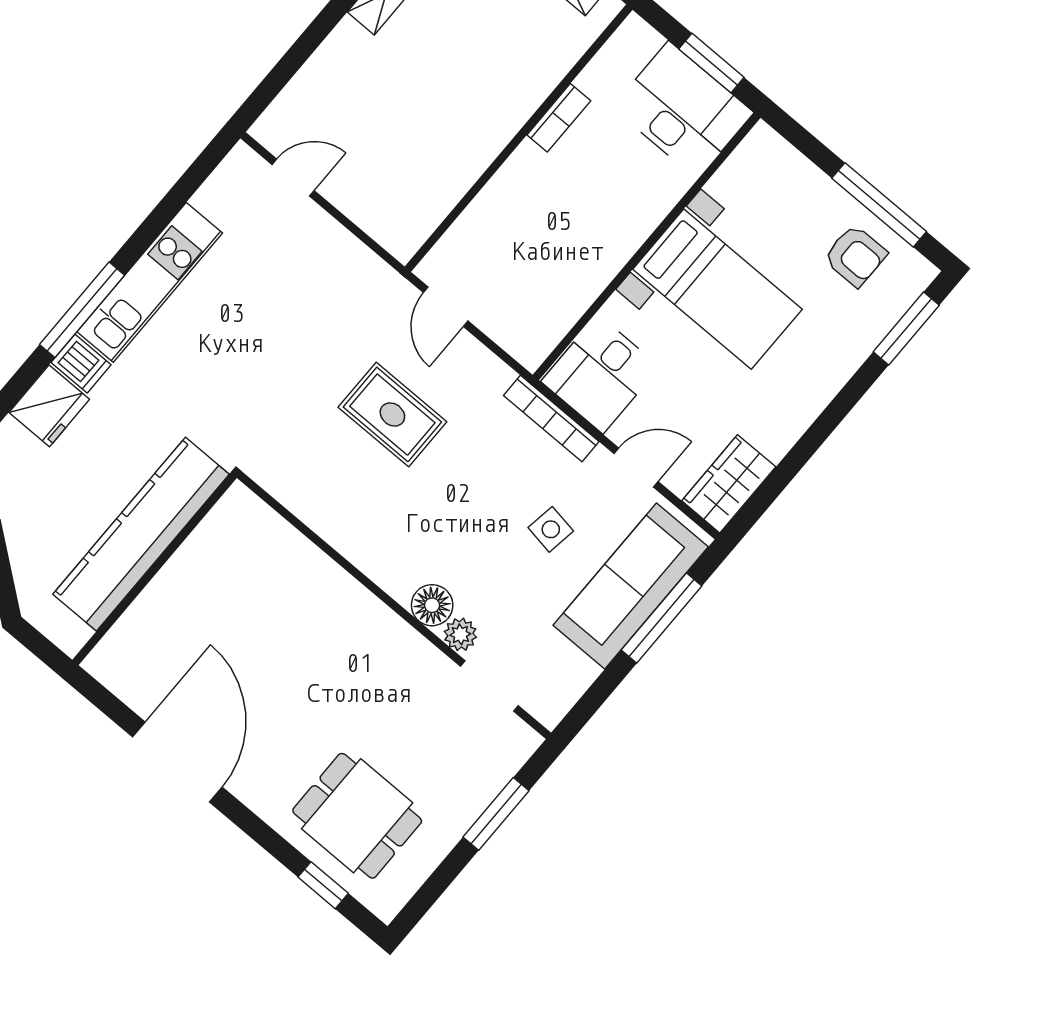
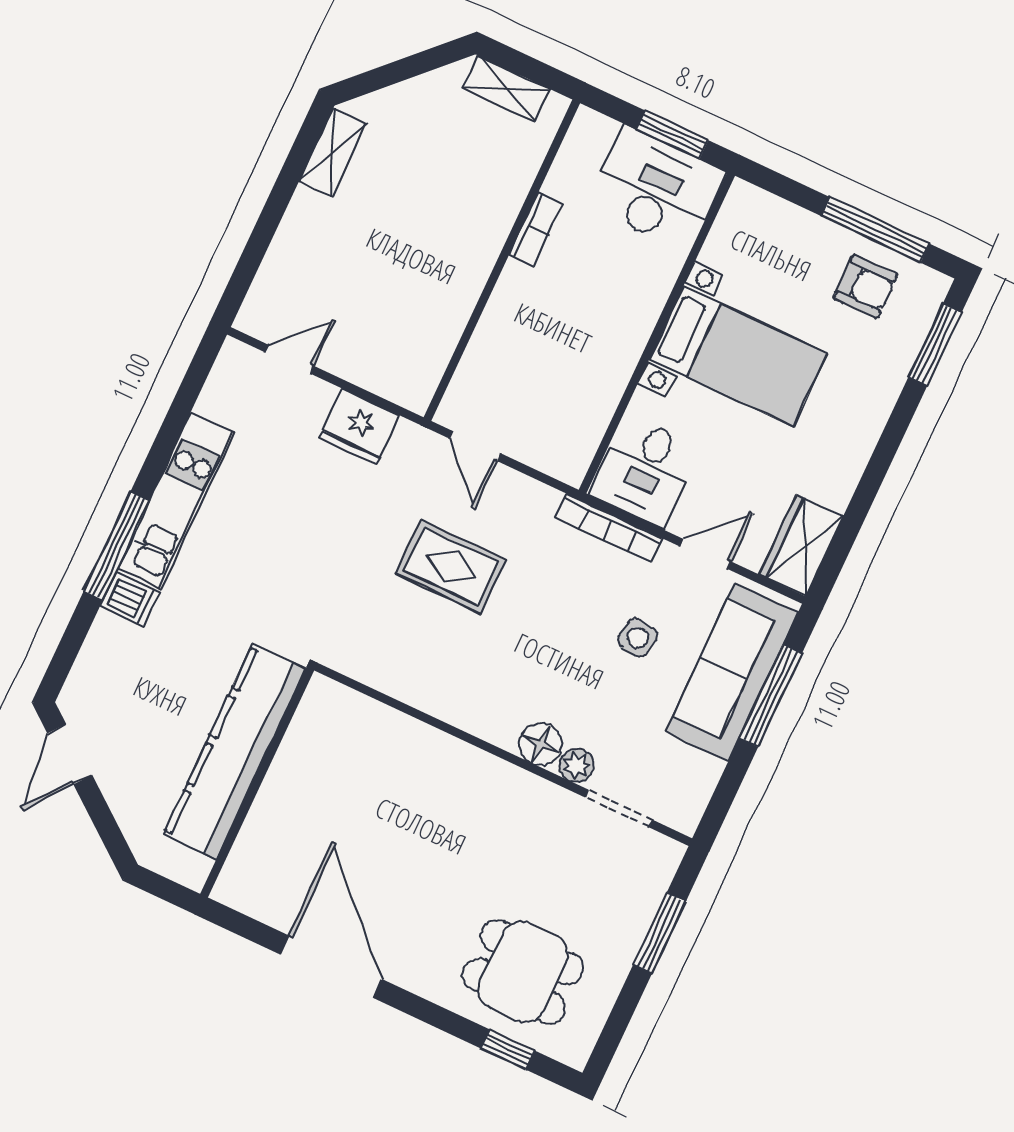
fridge: (49, 406) -> (359, 427), moved, turned 90

